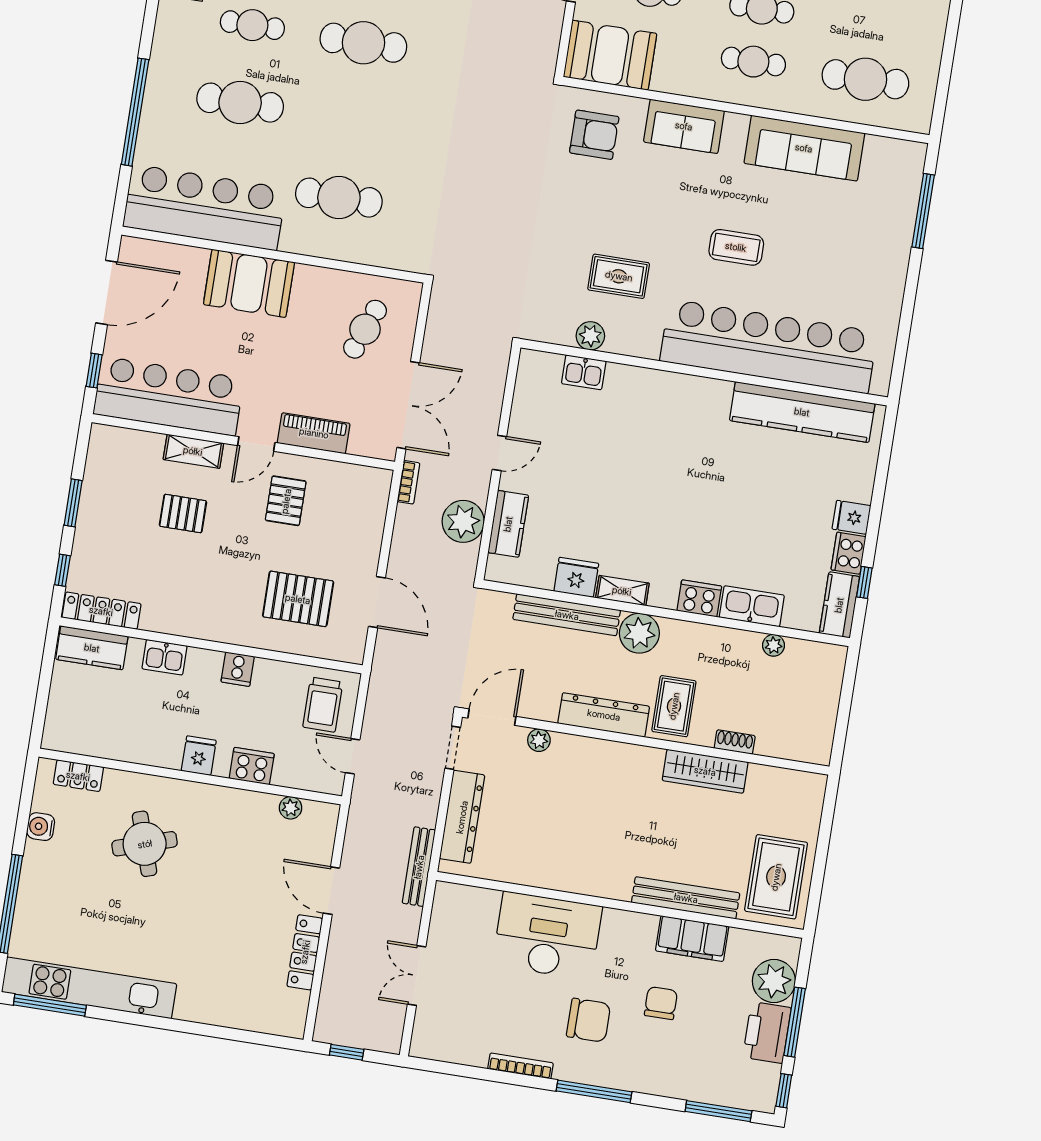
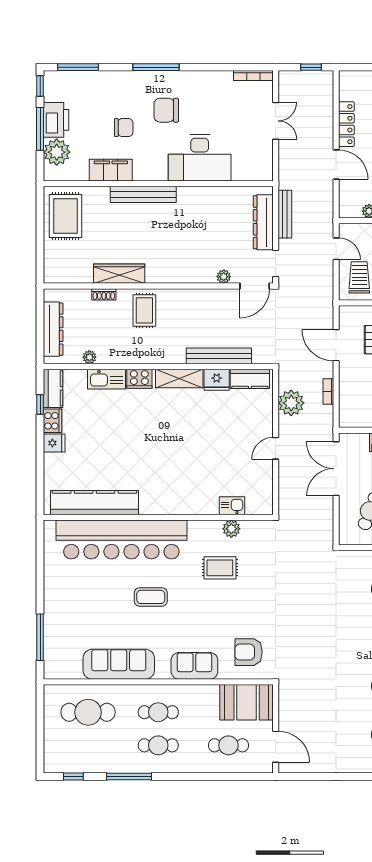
bookcase: (409, 482) -> (328, 392), moved
kitchen counter: (508, 524) -> (250, 379), moved, turned -90
shelving: (622, 591) -> (179, 378), width x1.50, depth x1.33
plant: (639, 633) -> (173, 352), removed
dresser: (604, 715) -> (53, 329), moved, turned -90
bench: (419, 867) -> (285, 214), moved
bench: (686, 898) -> (143, 194), moved
chair: (661, 1003) -> (124, 128), turned -90
bookcase: (521, 1066) -> (253, 76), moved

